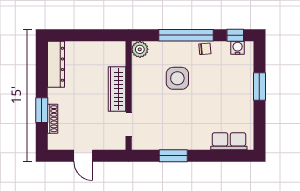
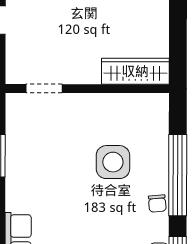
plant: (140, 49) -> (157, 106), removed
wardrobe: (117, 89) -> (135, 71), moved

